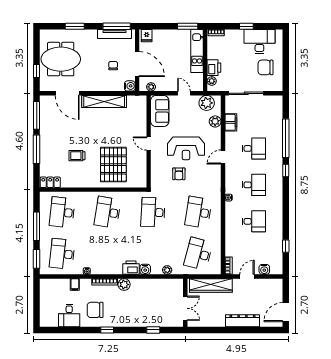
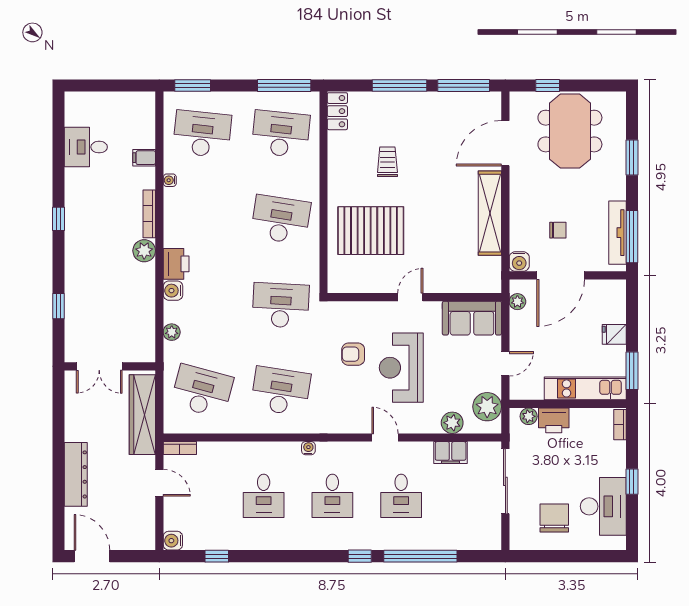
fridge: (147, 36) -> (614, 334), moved
window: (37, 226) -> (284, 86), moved
water cooler: (264, 269) -> (173, 541), moved
chair: (95, 310) -> (96, 196), removed

